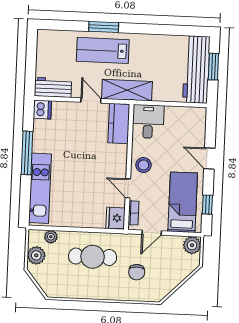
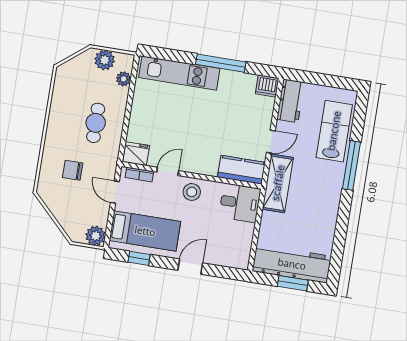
window: (104, 27) -> (351, 165), width x1.44
lab bench: (103, 50) -> (334, 131), moved
cafe table: (93, 257) -> (96, 123), width x0.73, depth x0.74

